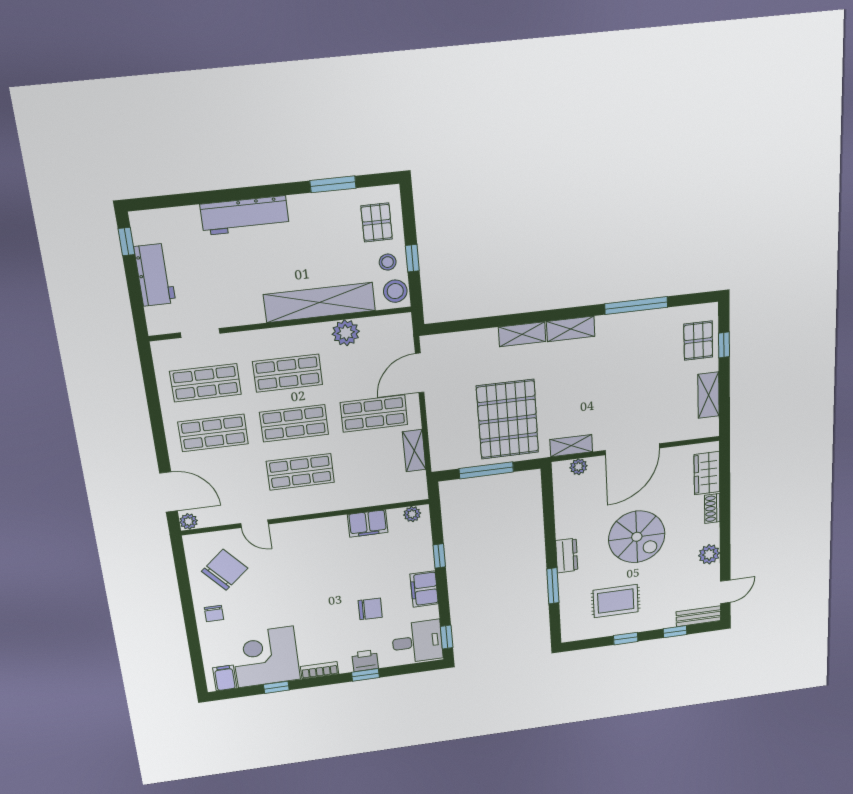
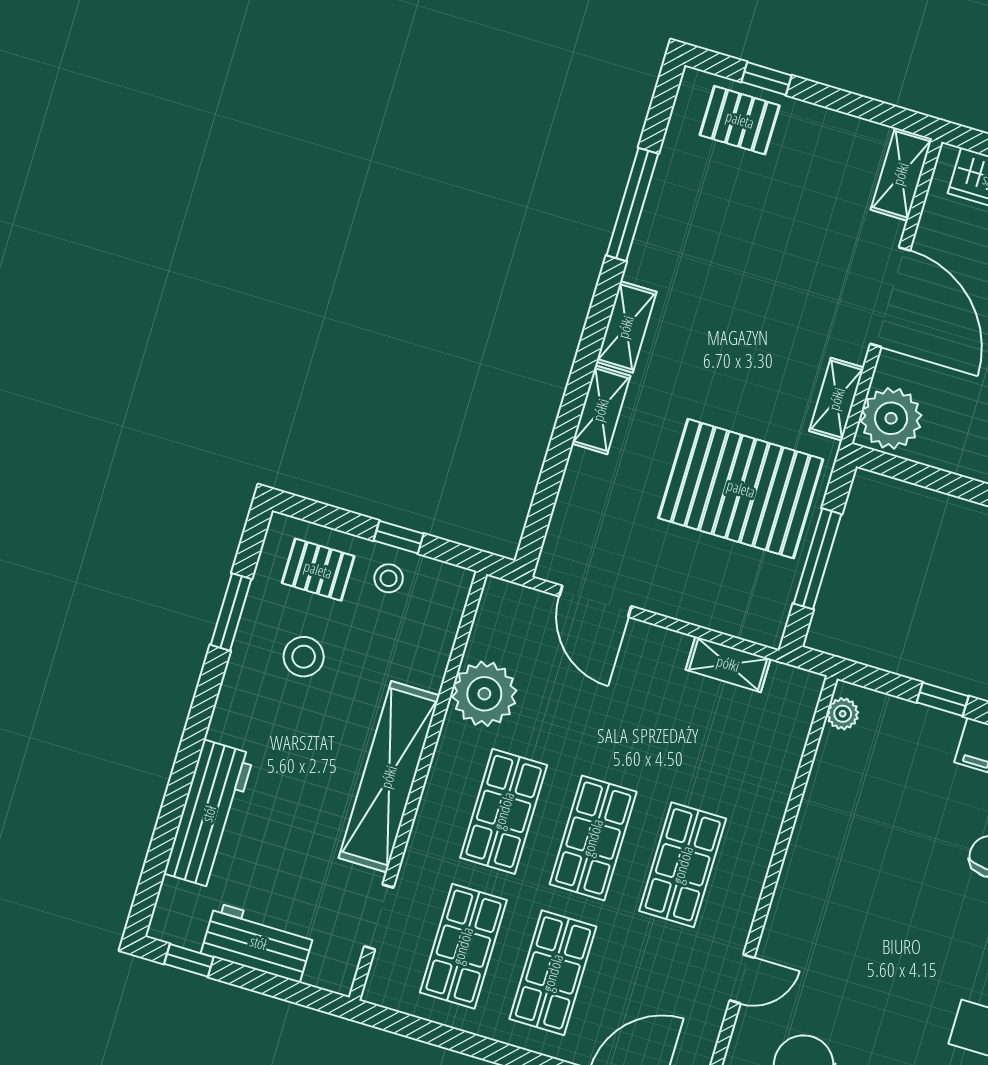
workbench: (245, 216) -> (209, 814), moved
stool: (395, 291) -> (304, 657), moved
shelving: (320, 302) -> (389, 777), moved
plant: (346, 333) -> (484, 694), width x1.36, depth x1.36
shelving: (709, 395) -> (901, 174), moved, turned 90
shop shelf: (374, 414) -> (633, 703), removed
plant: (579, 467) -> (891, 418), width x1.88, depth x1.88
filing cabinet: (368, 523) -> (826, 794), removed

